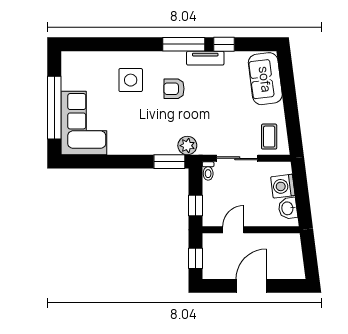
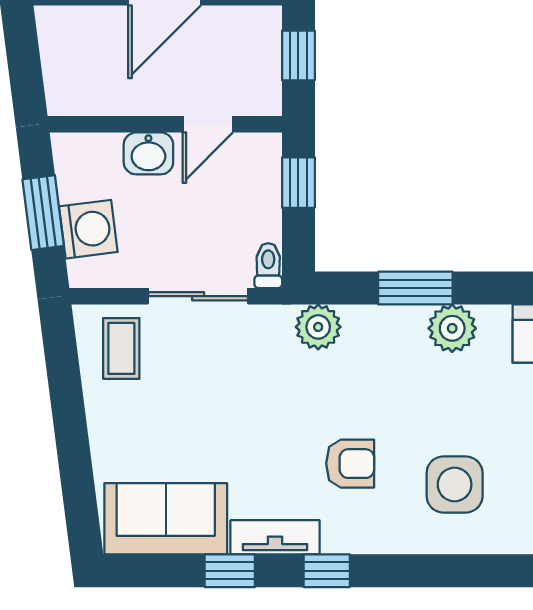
window: (184, 44) -> (327, 571), width x0.46
sofa: (265, 79) -> (166, 519), moved, turned -83
plant: (132, 145) -> (452, 328), added
window: (169, 162) -> (415, 288), moved
window: (302, 193) -> (43, 213), added
washbasin: (288, 208) -> (148, 153), moved, turned 97

